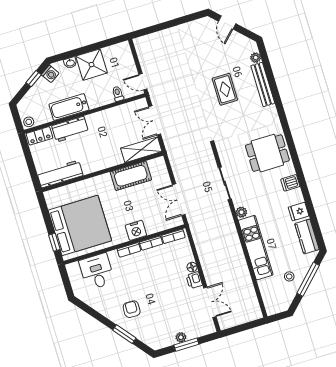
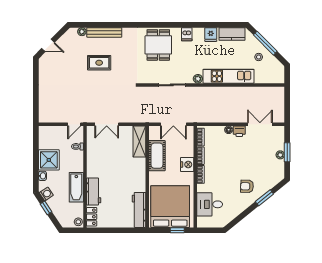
shelving: (141, 150) -> (139, 142), moved
wall: (102, 172) -> (147, 177), moved
workbench: (60, 174) -> (139, 210), moved
cot: (131, 176) -> (157, 156), moved

